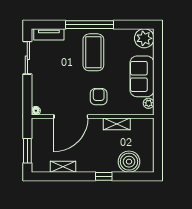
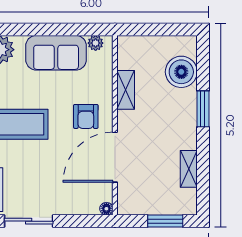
armchair: (99, 97) -> (86, 116), turned -90
door: (71, 116) -> (115, 157), swing flipped
window: (104, 176) -> (203, 109), width x1.50

